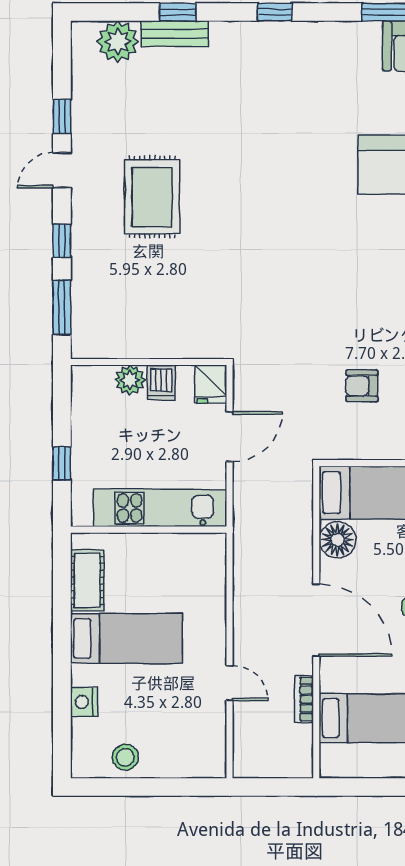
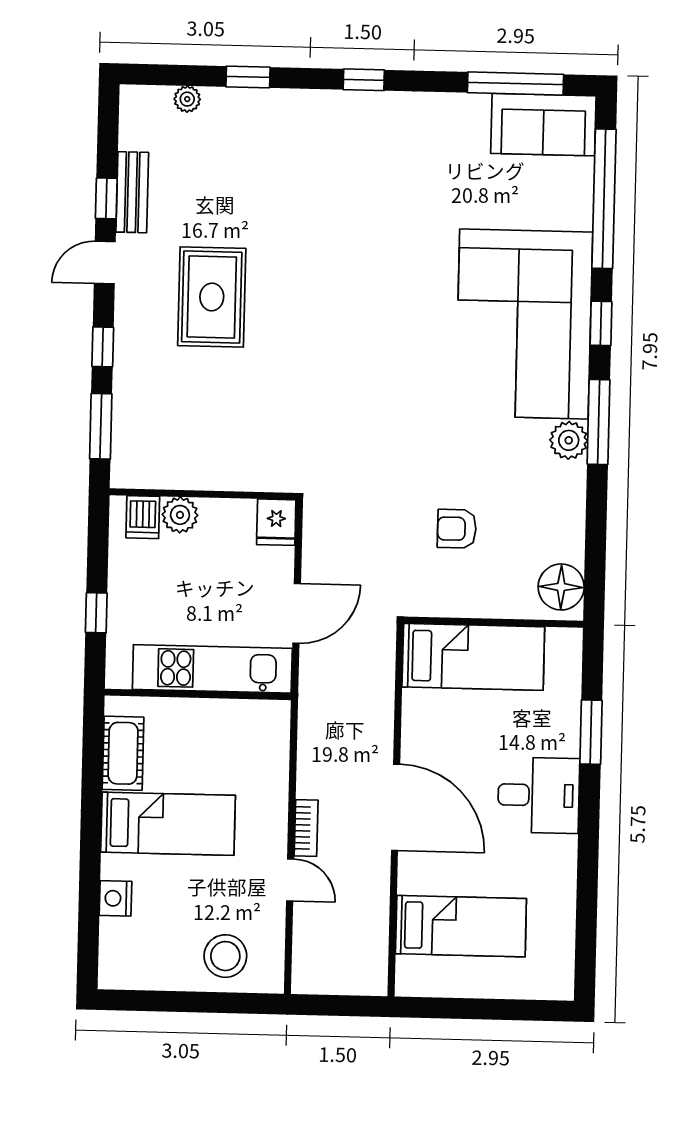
bench: (175, 34) -> (132, 192), moved, turned 90
plant: (118, 42) -> (187, 99), width x0.53, depth x0.53
dishwasher: (161, 382) -> (143, 517), moved
door: (230, 437) -> (297, 613), moved
floor lamp: (337, 540) -> (423, 712), removed
bookcase: (304, 699) -> (306, 828), moved, turned 180
stool: (125, 757) -> (225, 956), moved, width x1.38, depth x1.38

